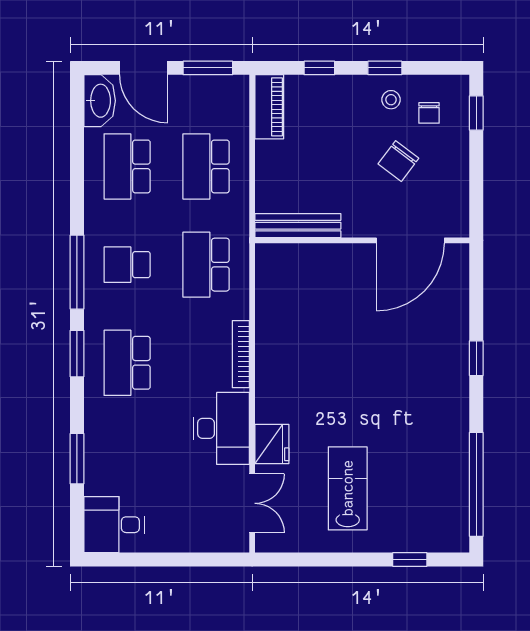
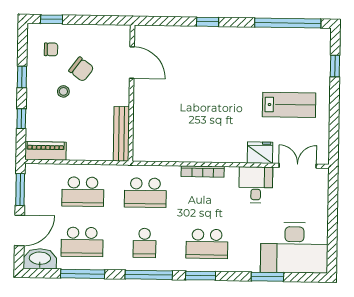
stool: (391, 100) -> (63, 91), moved
window: (77, 168) -> (83, 274), added
door: (410, 240) -> (132, 62), width x0.73
desk: (221, 428) -> (256, 185), width x0.73
lab bench: (348, 488) -> (289, 105), turned 180
desk: (114, 525) -> (294, 248), width x1.87, depth x1.30

